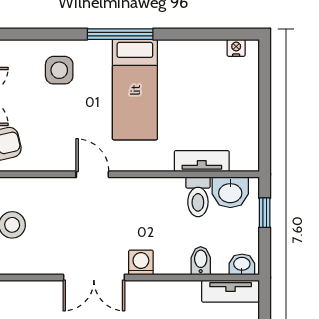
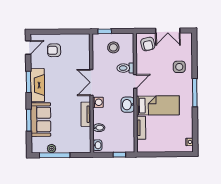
bed: (135, 90) -> (158, 105), moved, turned 180
washbasin: (230, 192) -> (128, 105), moved
toilet: (198, 197) -> (125, 68), moved
tv unit: (231, 291) -> (86, 114), moved

